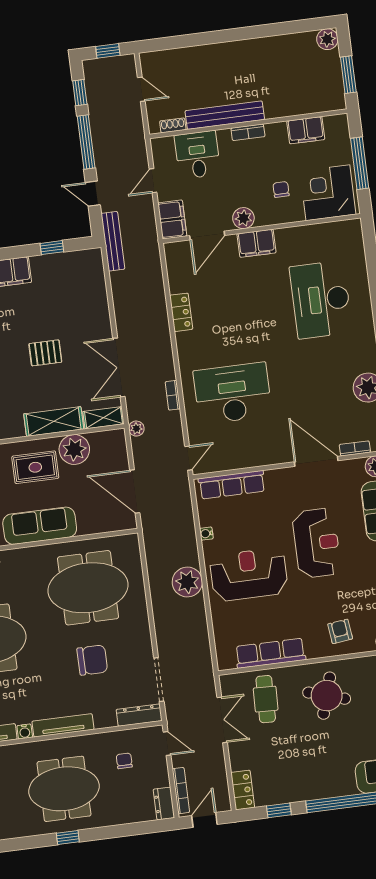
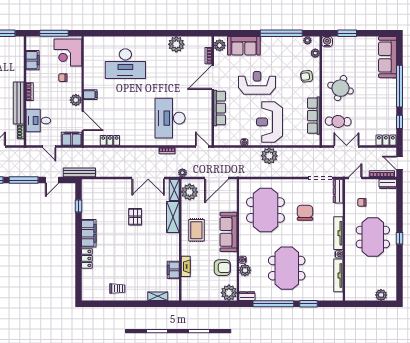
filing cabinet: (256, 243) -> (90, 95), width x0.50
locker: (181, 312) -> (110, 140), moved
plant: (74, 449) -> (190, 192), moved
row of seats: (232, 485) -> (220, 108), moved

